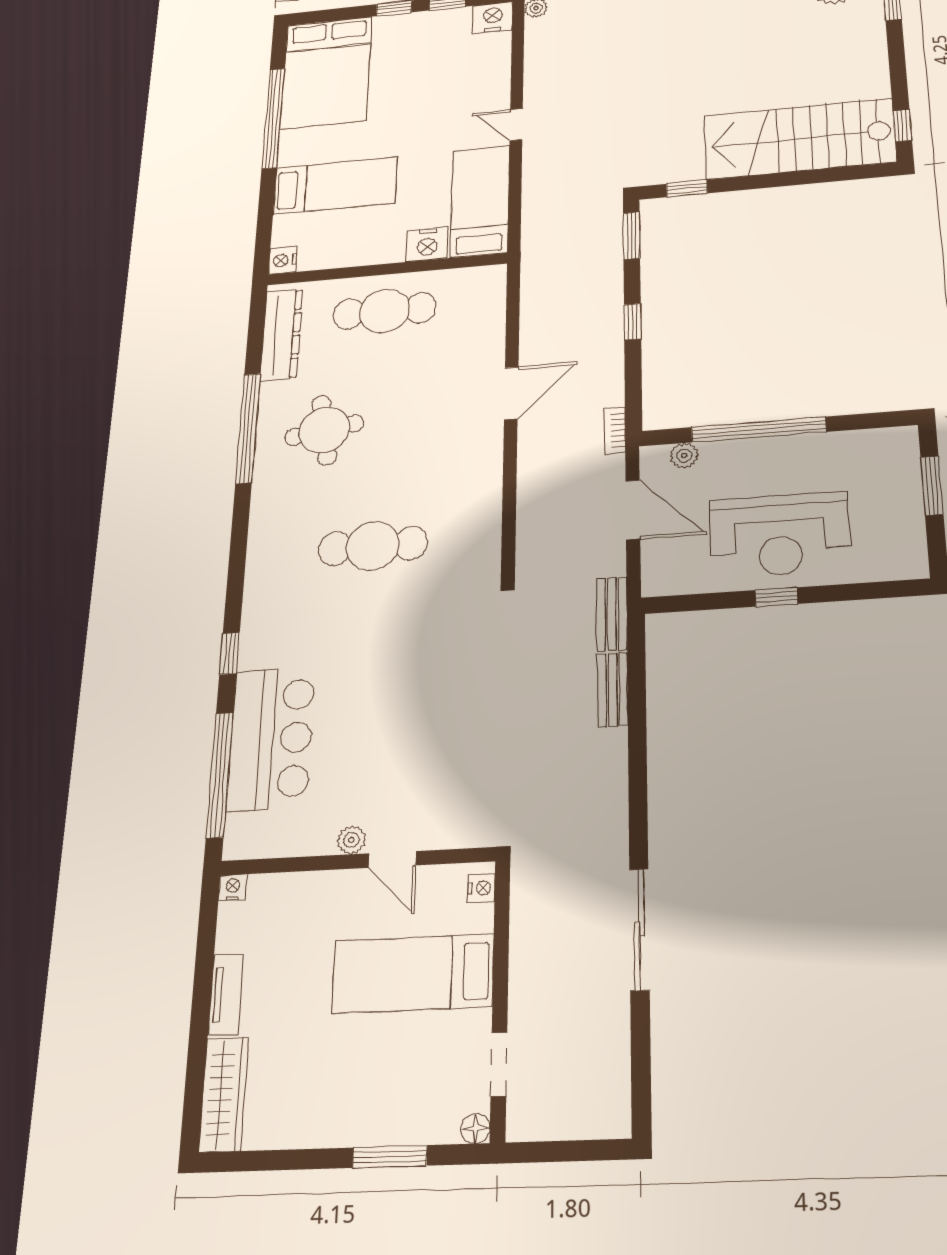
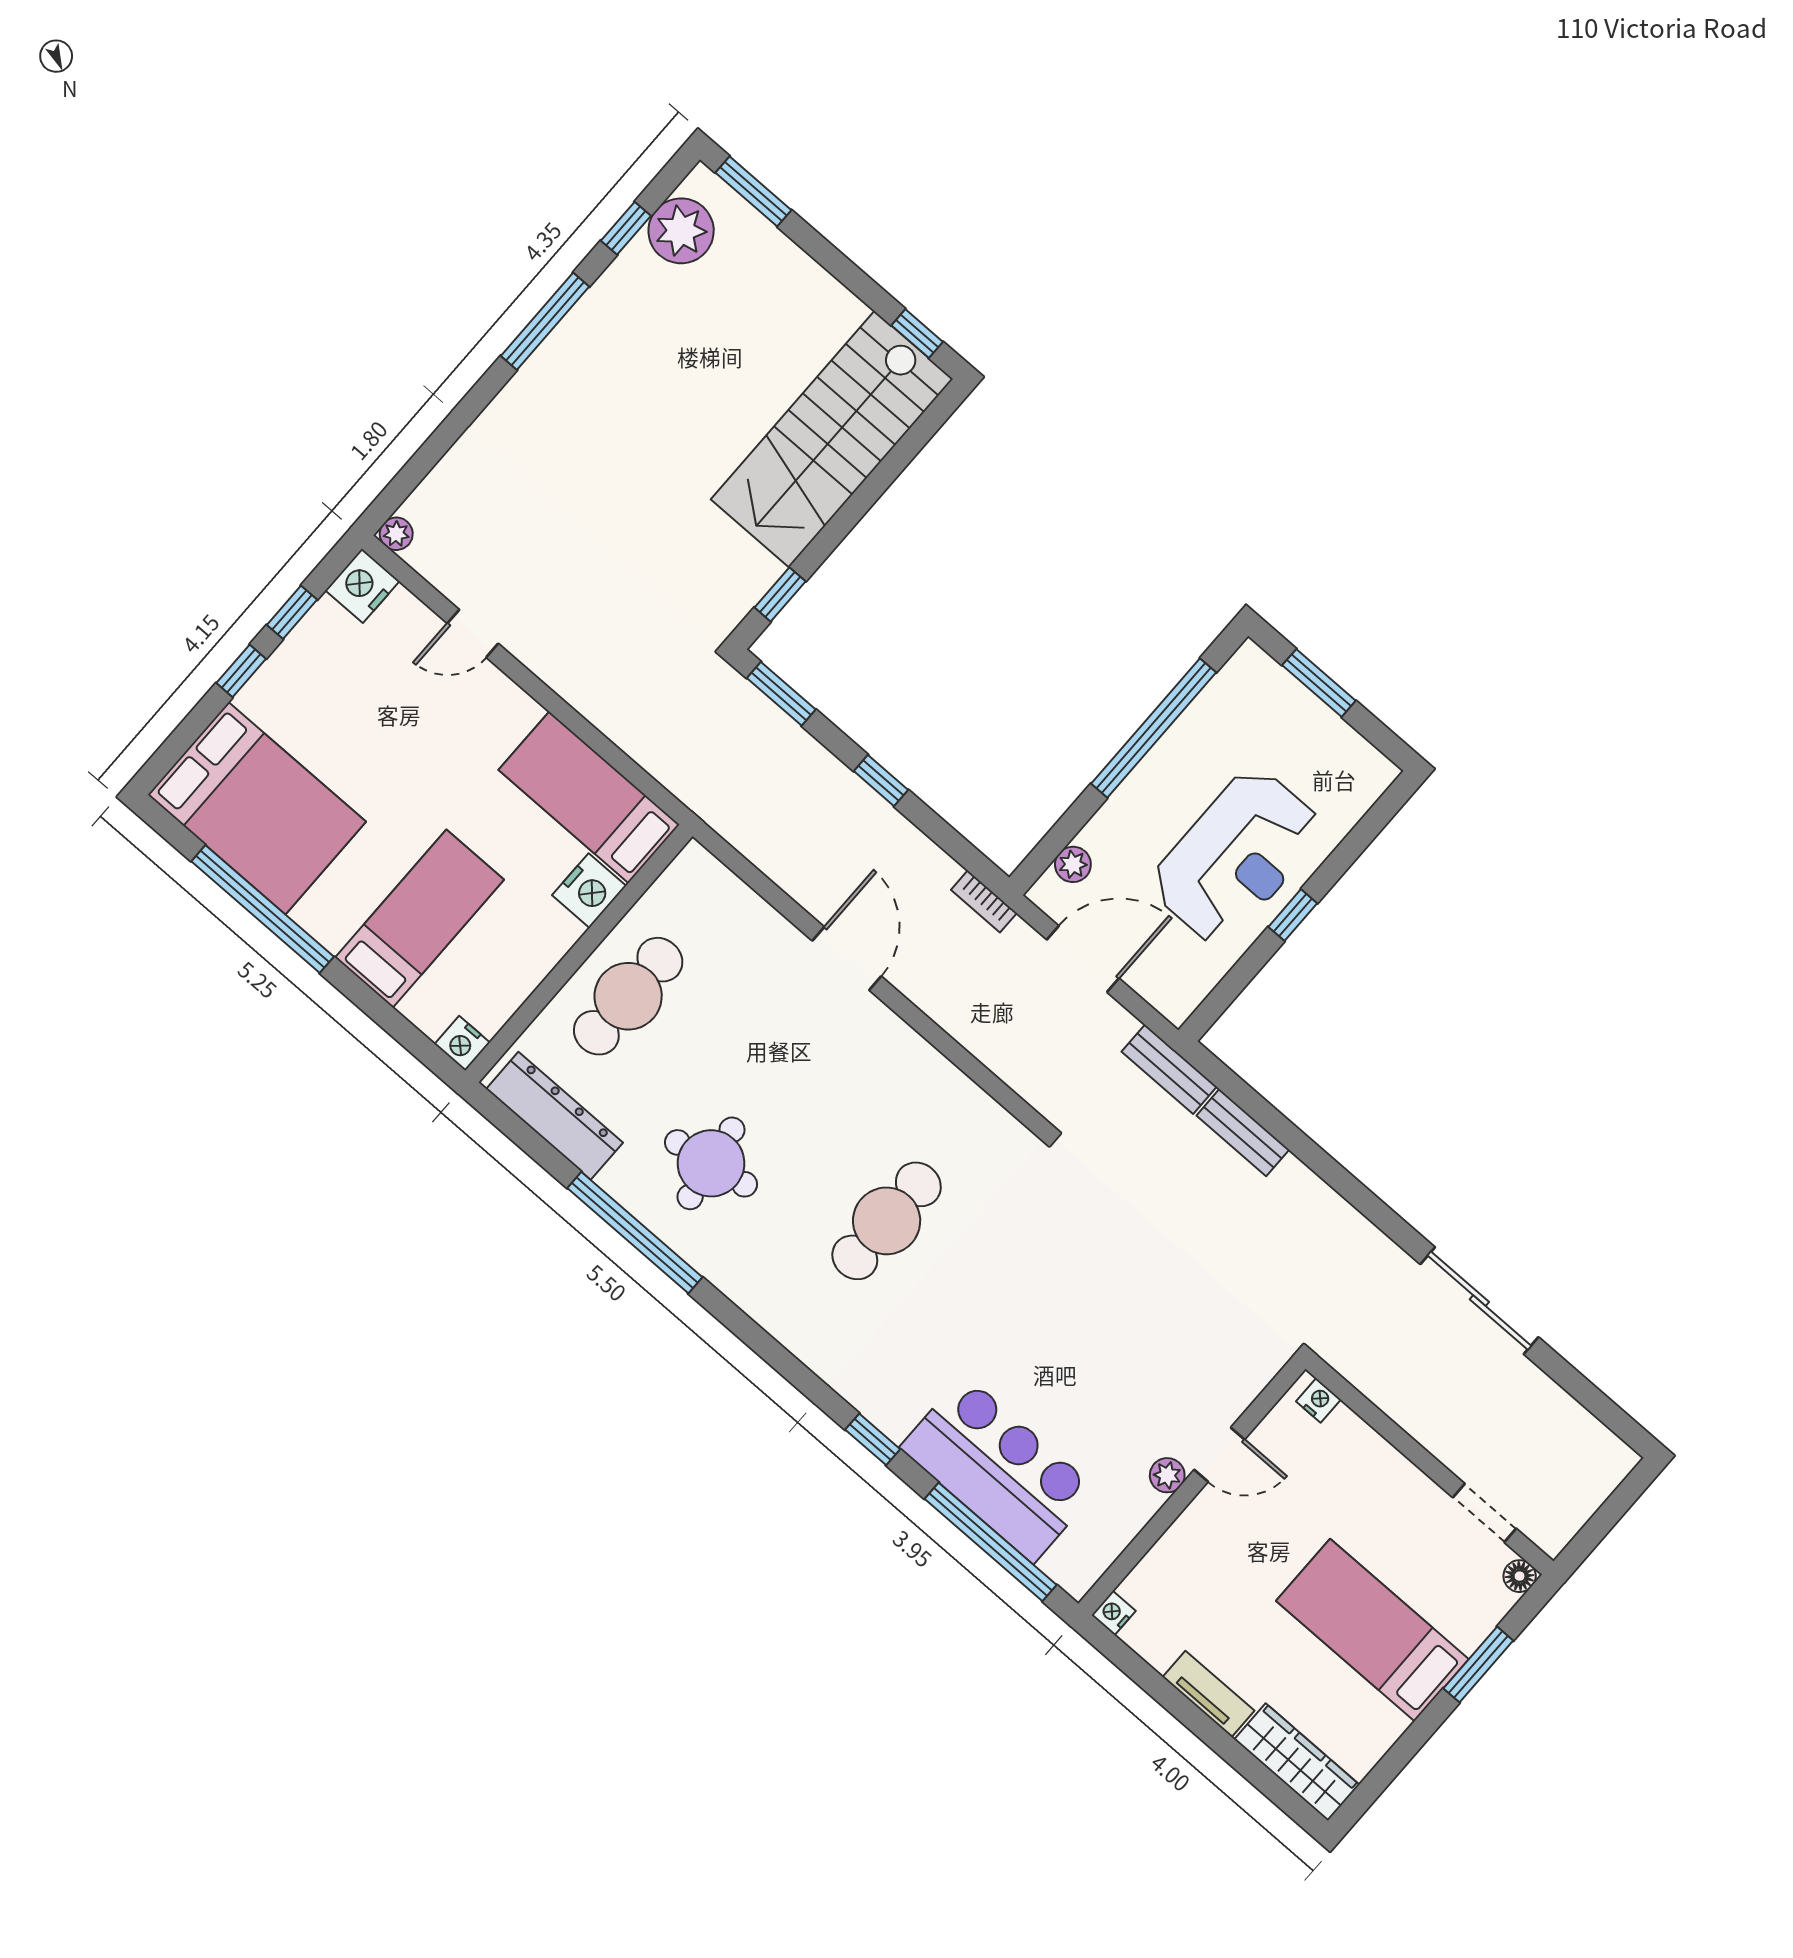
door: (516, 125) -> (473, 633), moved
window: (759, 429) -> (1154, 728), moved
bed: (413, 974) -> (1372, 1630), moved, turned 90

